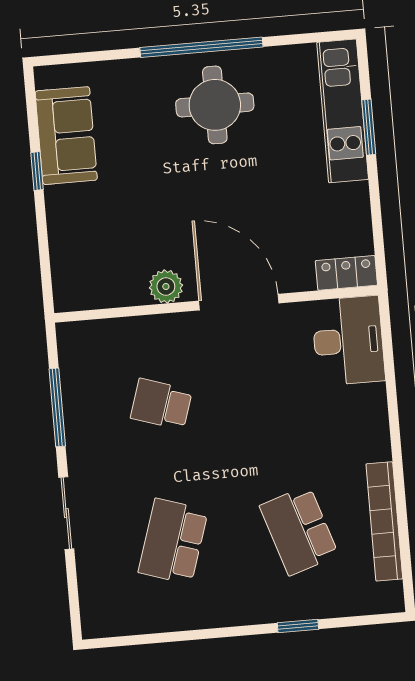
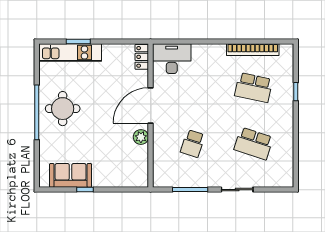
school desk: (299, 530) -> (254, 88), turned 30

